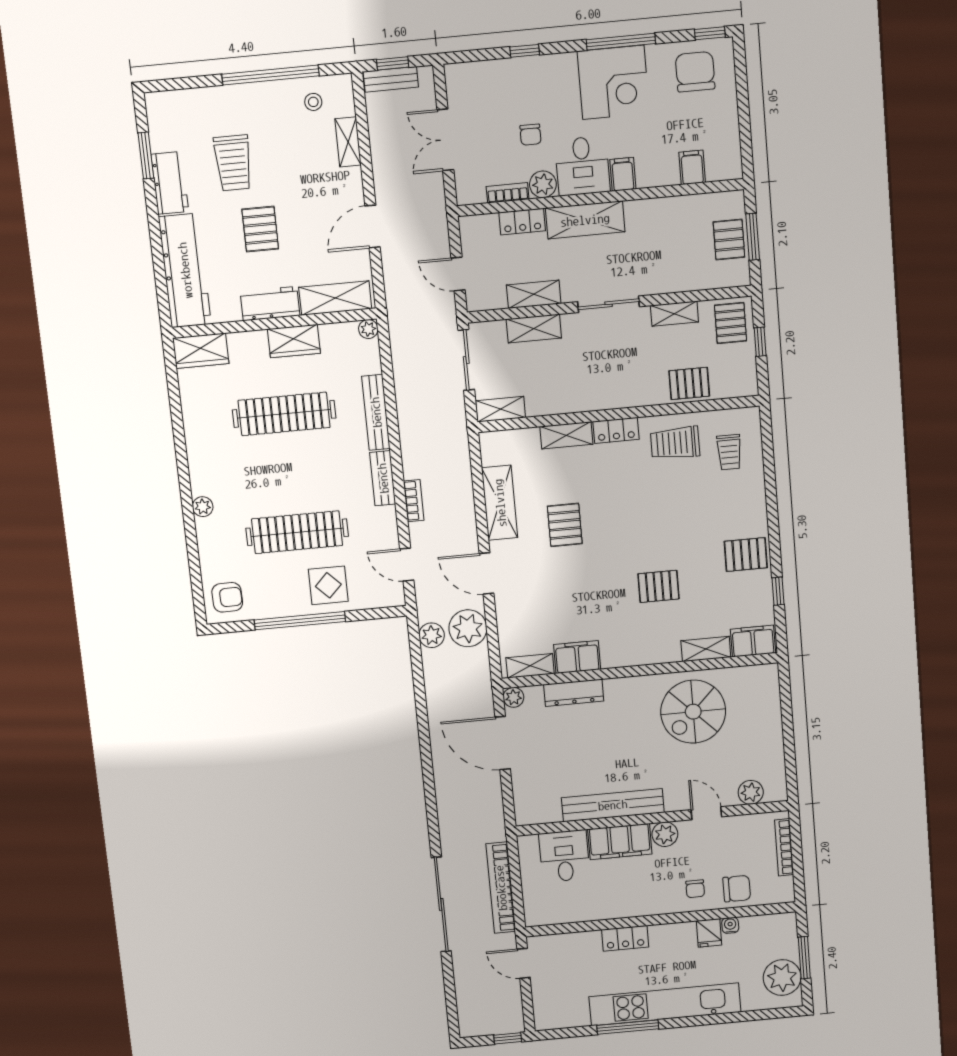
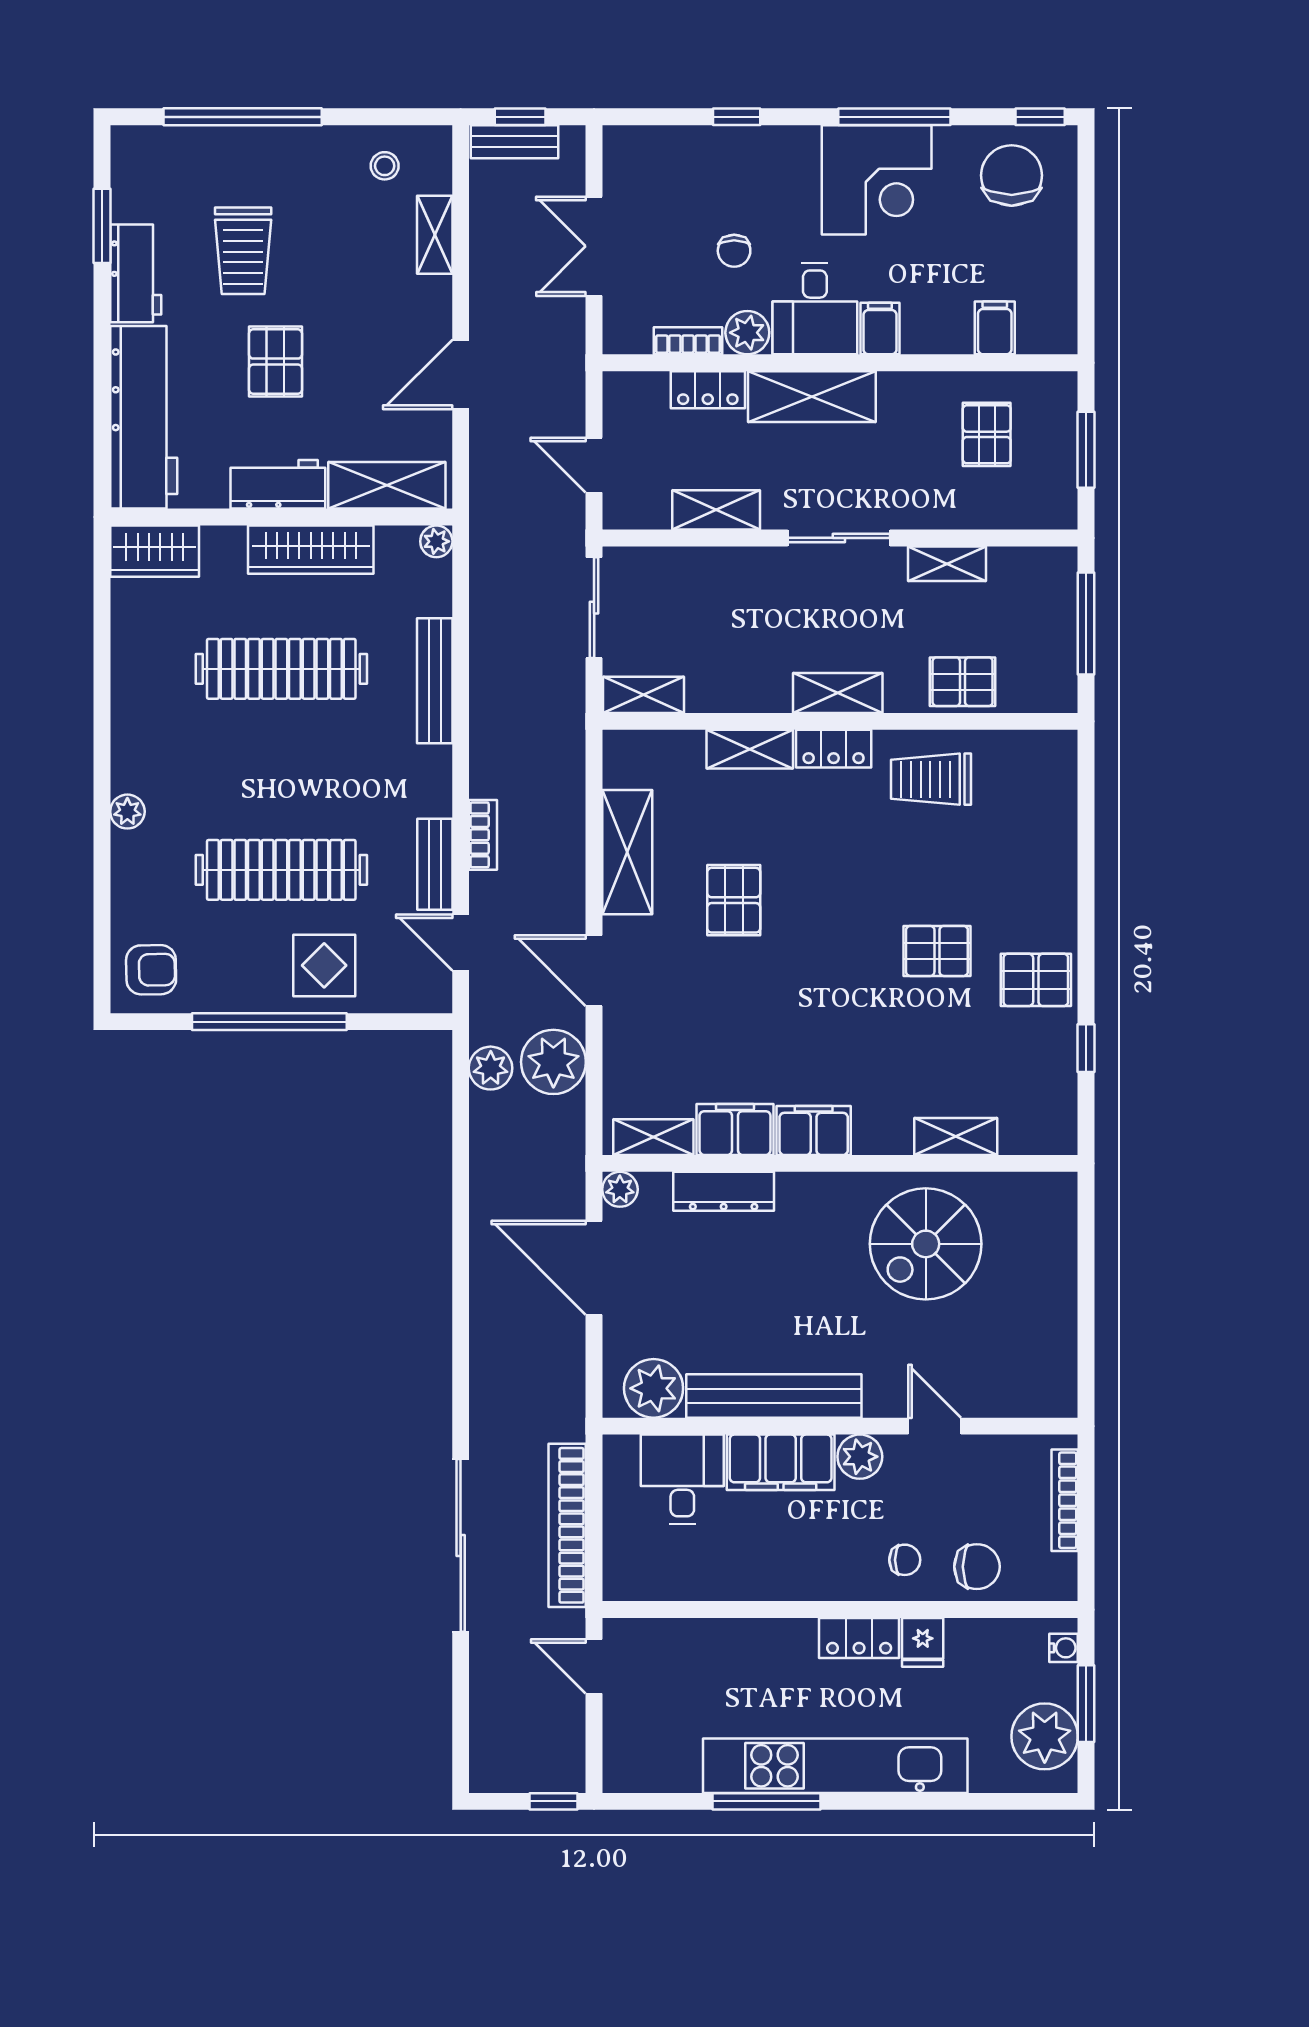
window: (271, 75) -> (243, 117), moved
pallet: (729, 240) -> (987, 434), moved
pallet: (731, 323) -> (1039, 588), removed
shelving: (534, 329) -> (838, 693), moved
wardrobe: (294, 341) -> (311, 550), width x1.50
window: (760, 342) -> (1086, 623), width x2.17
trolley: (729, 452) -> (1021, 803), removed
bench: (383, 478) -> (435, 864), moved
pallet: (659, 586) -> (937, 951), moved
filing cabinet: (753, 641) -> (814, 1130), moved
plant: (751, 792) -> (654, 1388), moved, width x1.36, depth x1.36
chair: (695, 889) -> (905, 1560), turned -90
water cooler: (730, 925) -> (1064, 1648), moved, turned 90
locker: (625, 938) -> (859, 1638), moved

